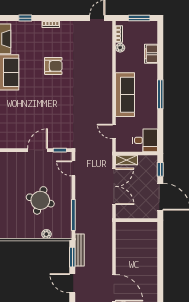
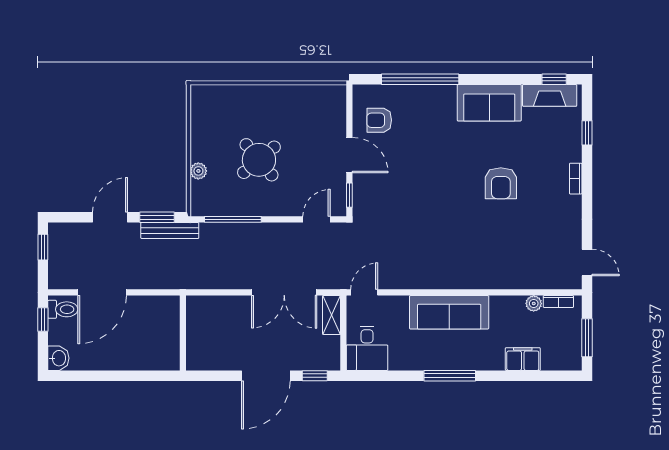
door: (114, 131) -> (364, 292), moved
armchair: (18, 134) -> (379, 120), added
round table: (40, 200) -> (259, 160), turned 33
wall: (137, 220) -> (183, 333), moved

